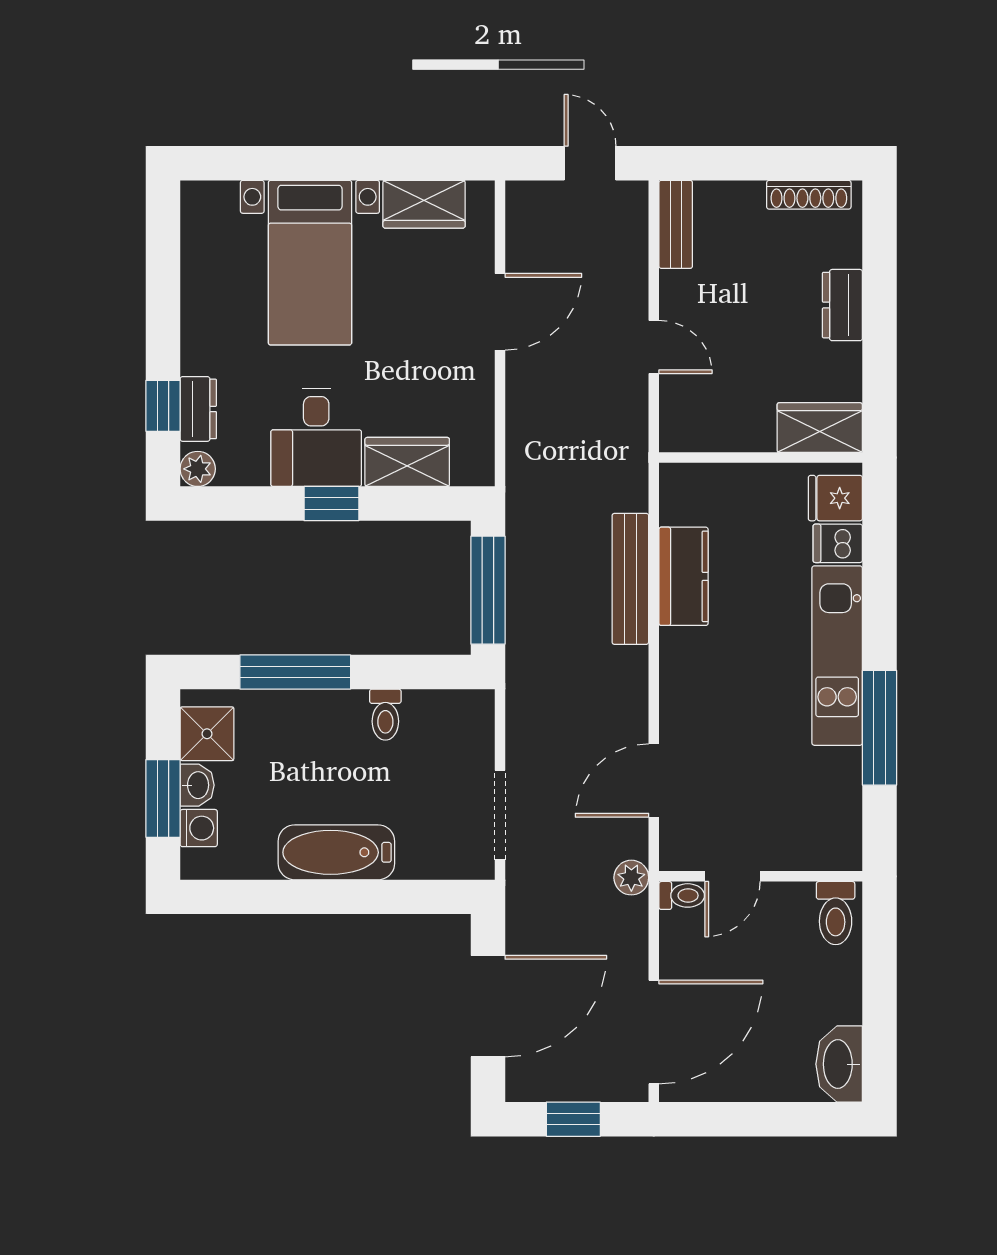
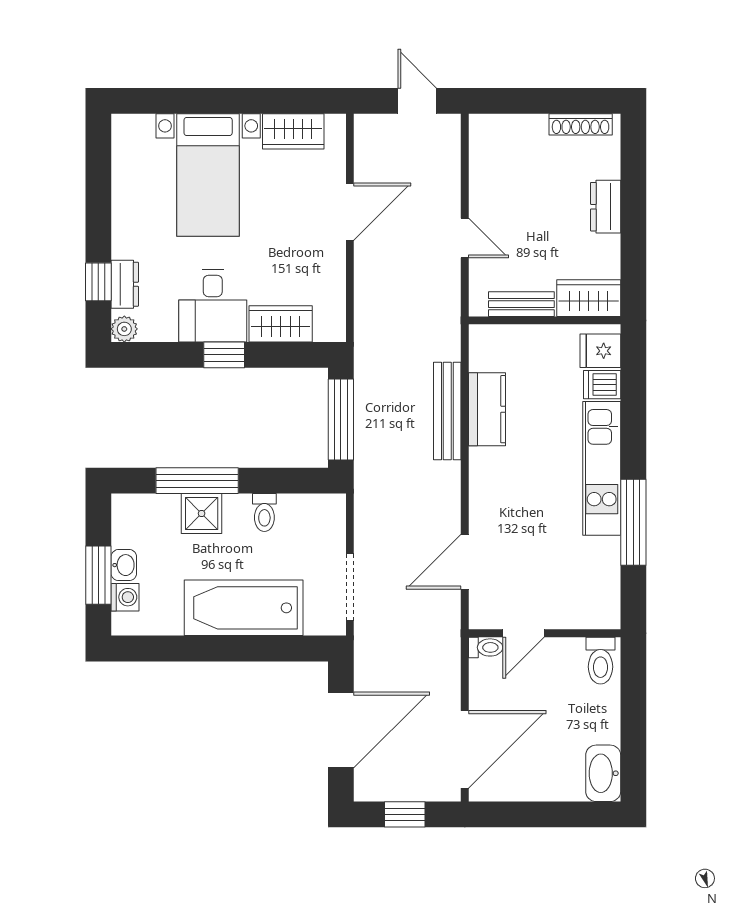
bench: (676, 224) -> (521, 304), moved, turned 90
shower: (207, 734) -> (202, 513), moved
bathtub: (336, 852) -> (244, 608), width x1.36, depth x1.36
plant: (631, 878) -> (448, 634), removed

